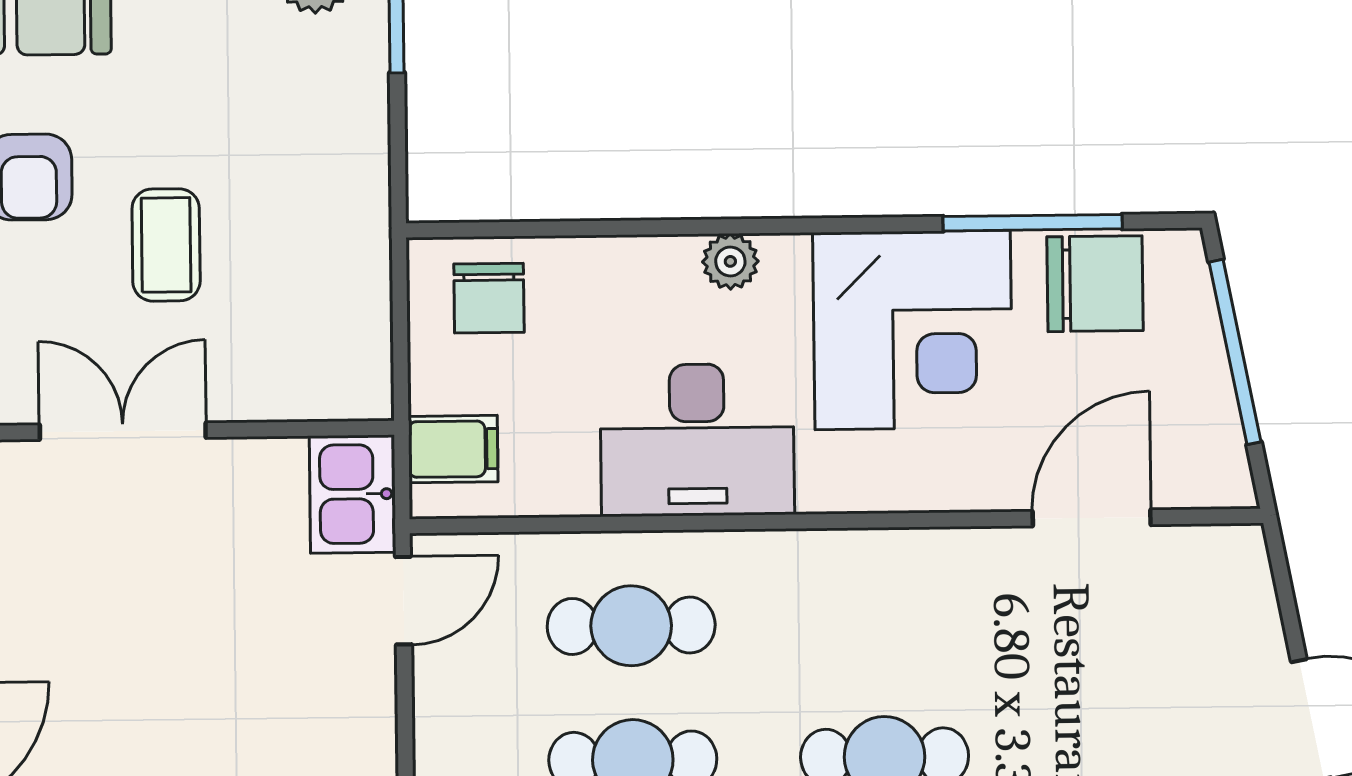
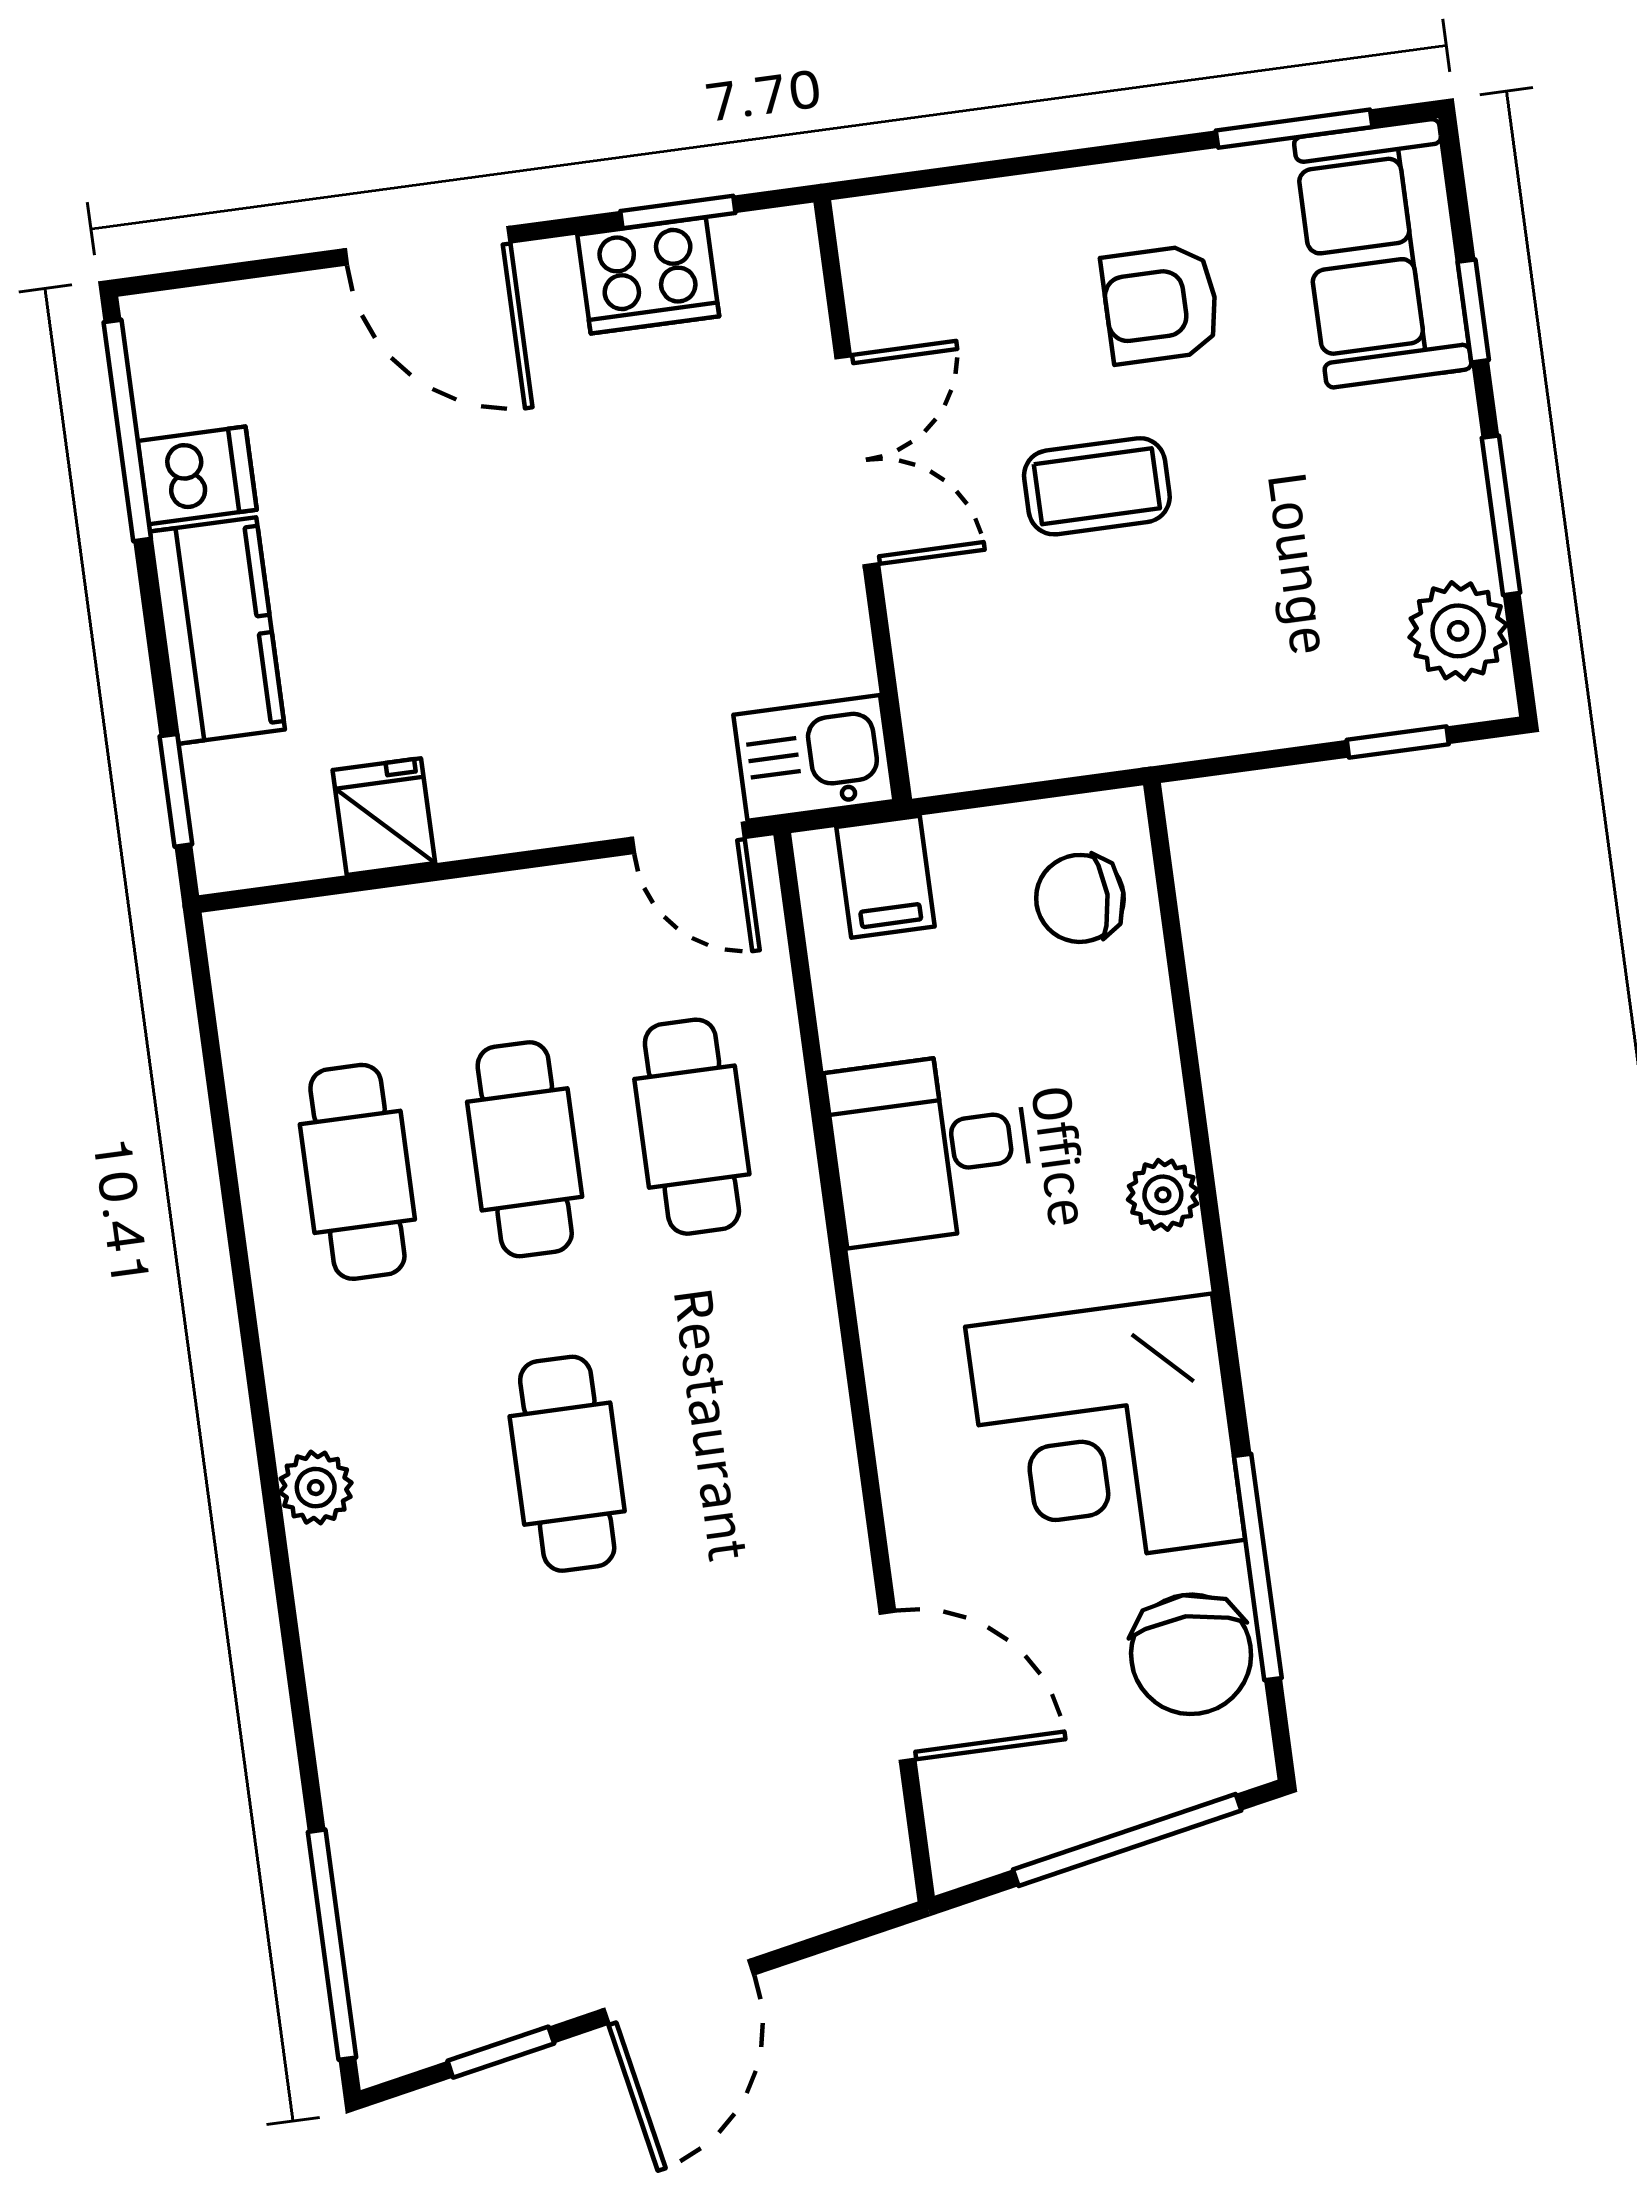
desk: (697, 440) -> (930, 1148), width x0.73

